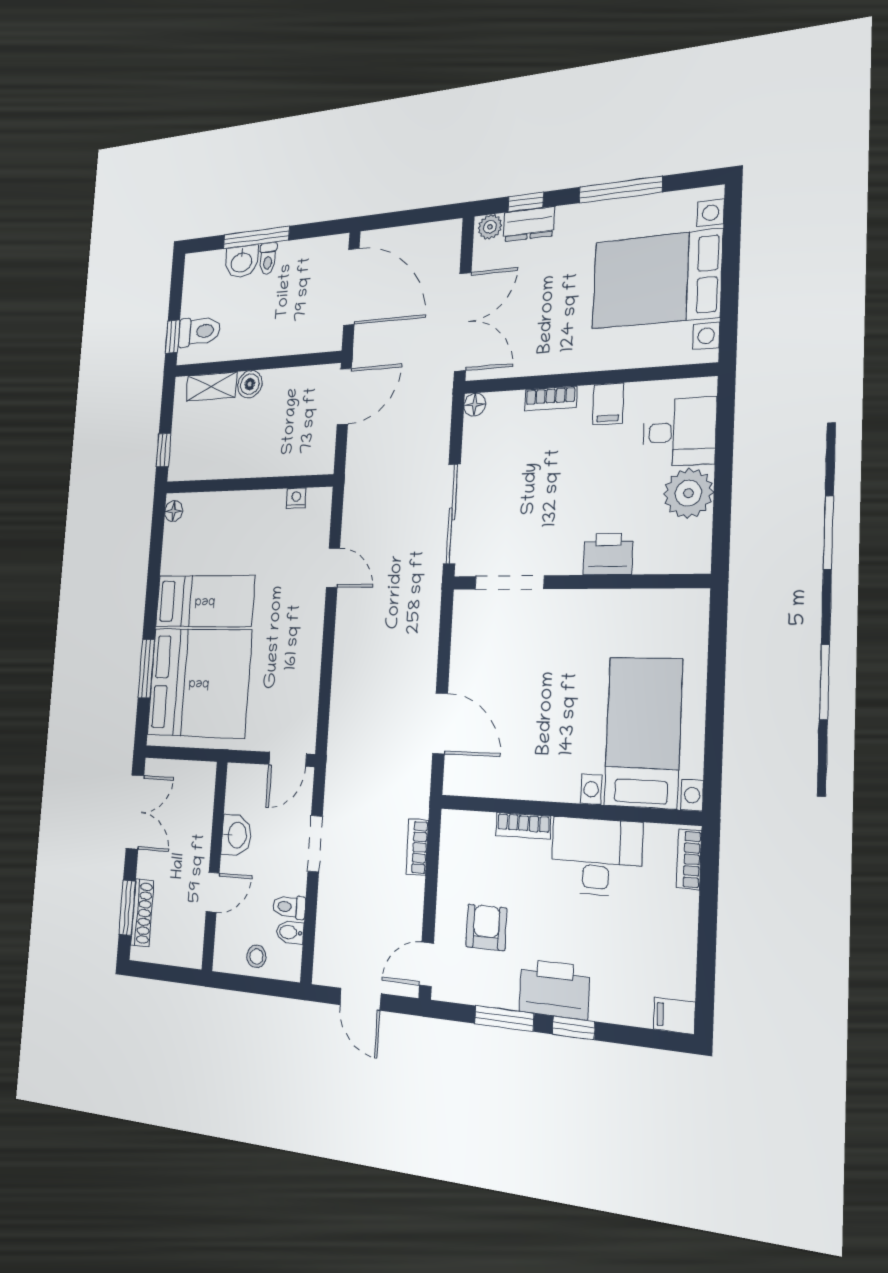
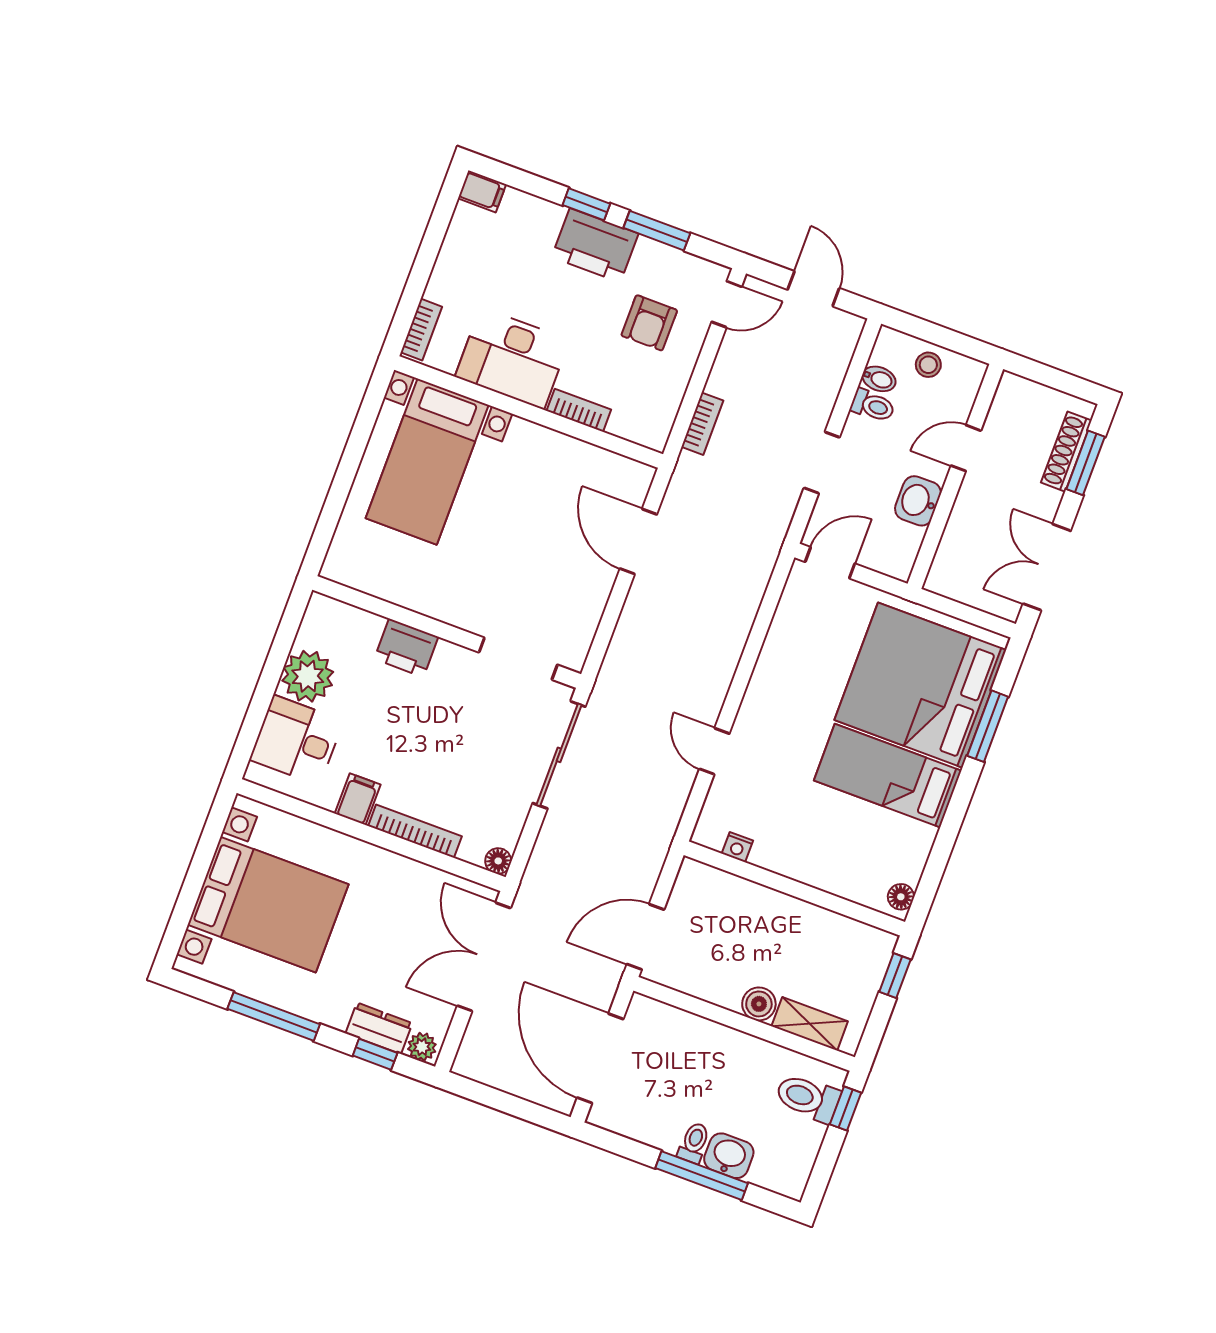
bookcase: (550, 399) -> (415, 831), width x1.56

